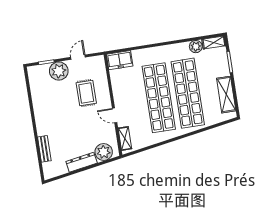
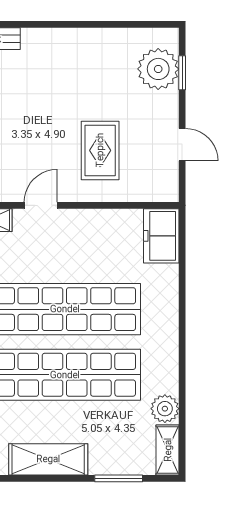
plant: (59, 71) -> (158, 69), moved
rug: (86, 93) -> (100, 150), turned 90

